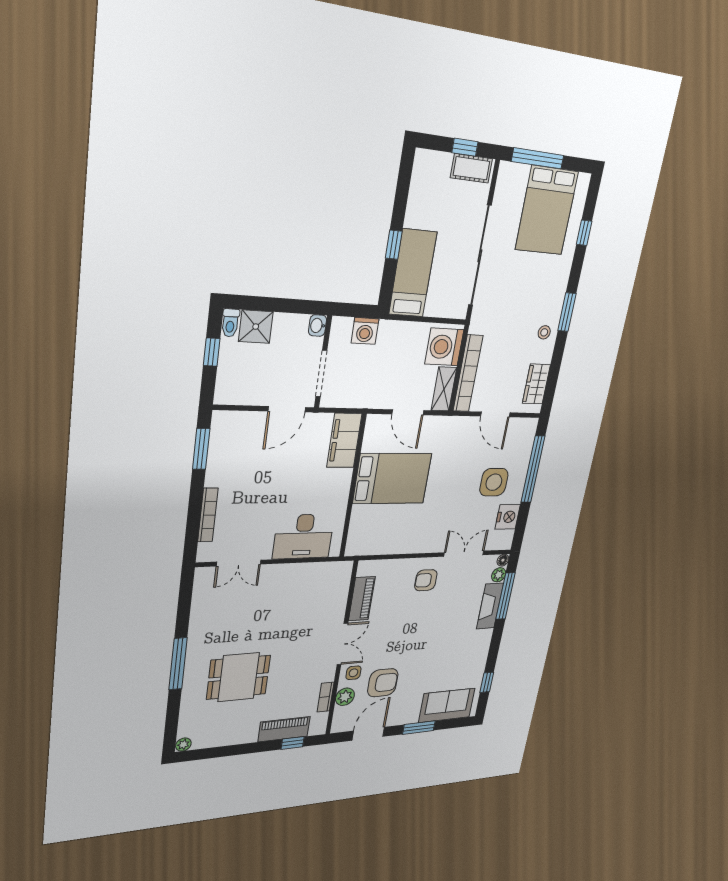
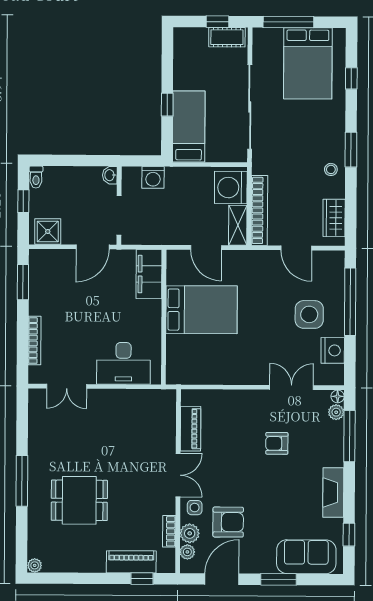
shower: (256, 327) -> (48, 231), moved
armchair: (426, 580) -> (277, 443), moved
fireplace: (490, 606) -> (333, 493), moved
plant: (340, 714) -> (187, 552), added

